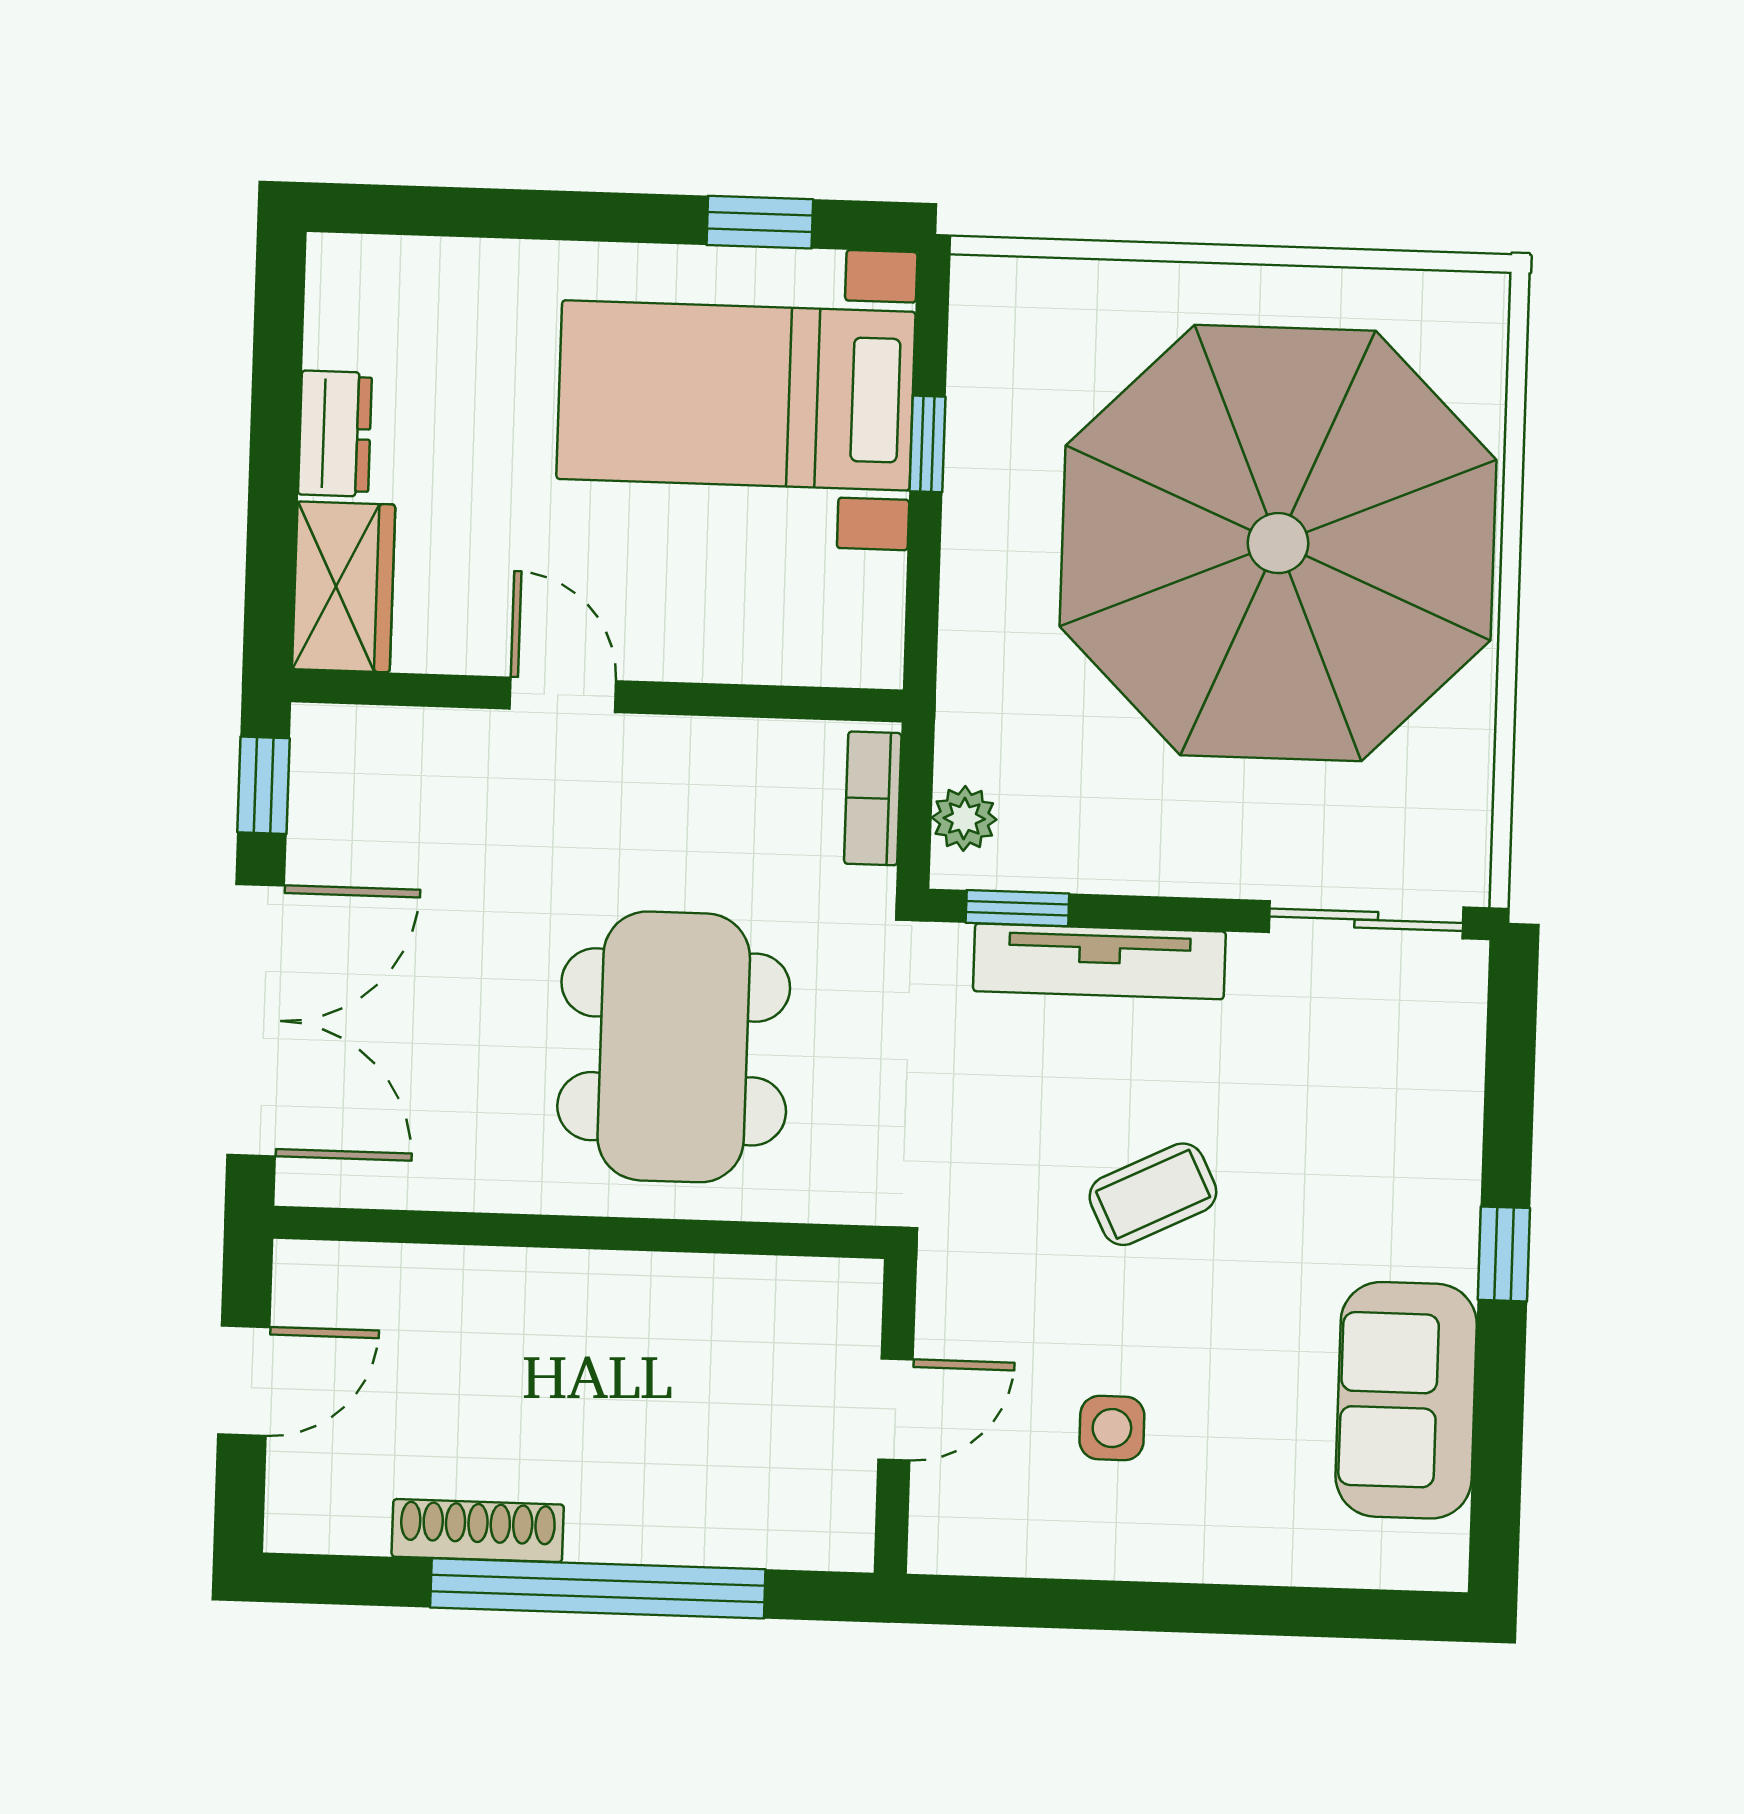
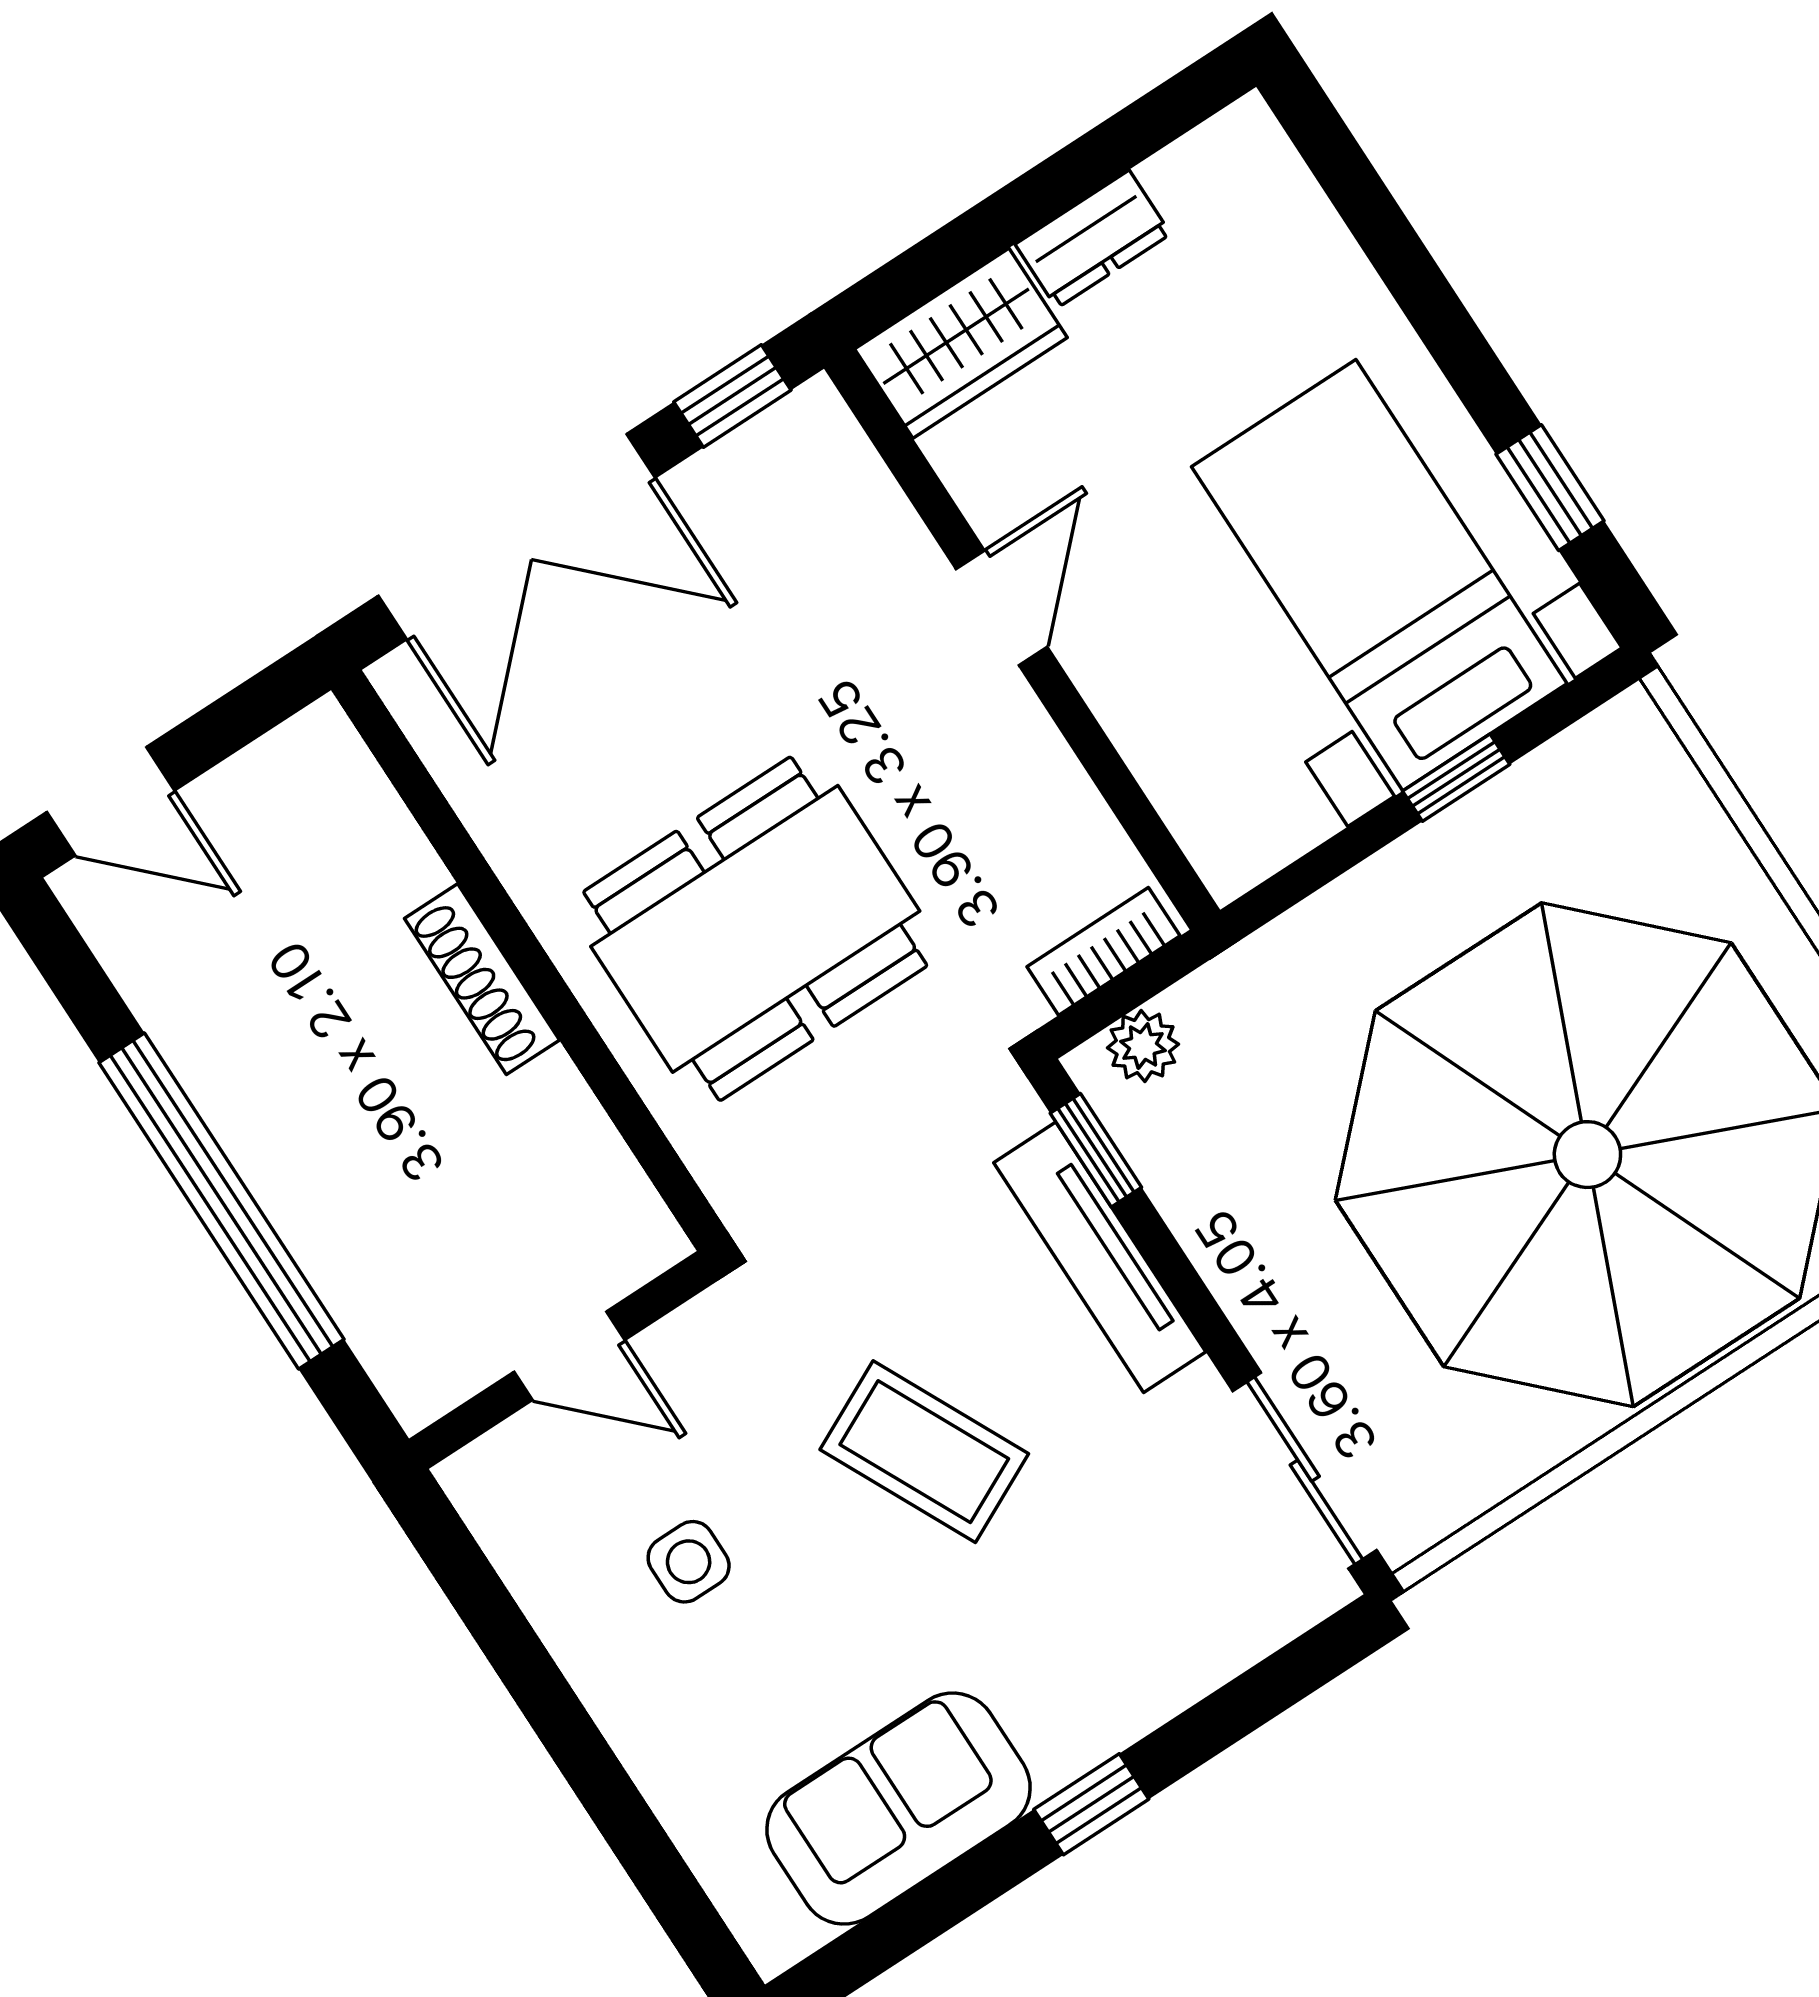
coffee table: (1153, 1194) -> (924, 1452), width x1.36, depth x1.30
door: (244, 1381) -> (111, 801), moved
shoe rack: (478, 1531) -> (482, 979), moved, turned 180

